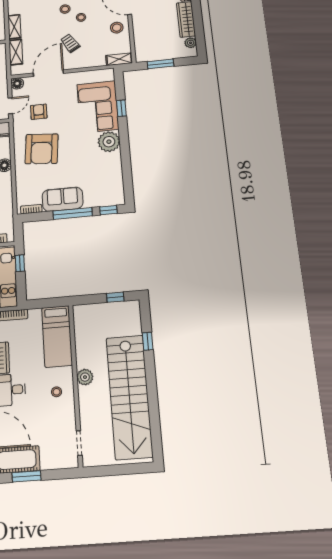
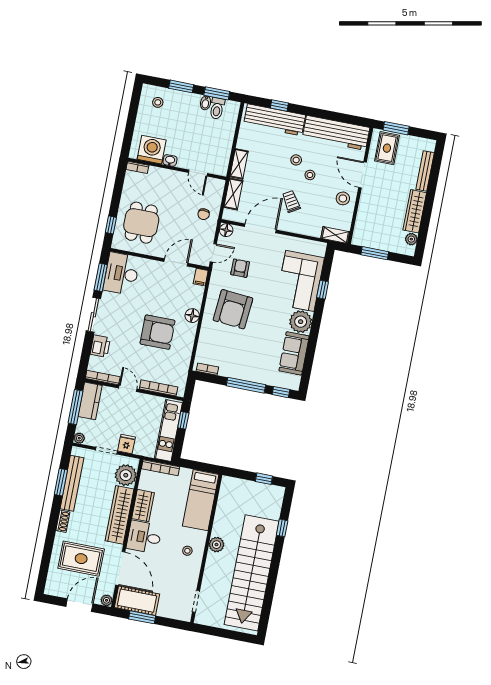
sofa: (63, 199) -> (294, 353), moved, turned -90

